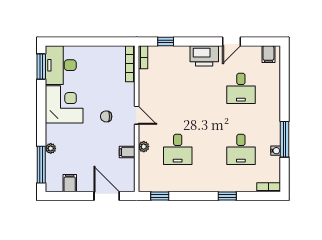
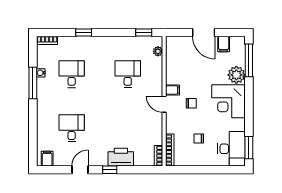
window: (166, 42) -> (110, 170), moved
printer: (204, 56) -> (121, 157), moved
chair: (98, 77) -> (199, 138), added
corner desk: (64, 104) -> (229, 101), moved
plant: (144, 147) -> (158, 51), moved
plant: (51, 148) -> (236, 75), width x1.87, depth x1.87
filing cabinet: (127, 152) -> (173, 90), moved
door: (107, 196) -> (204, 33), moved

